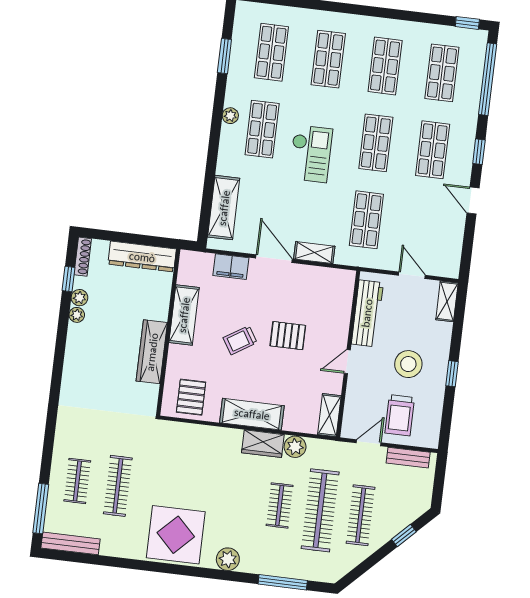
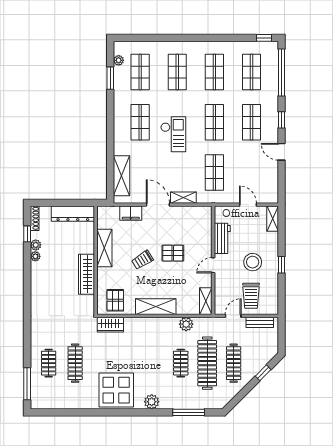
plant: (230, 116) -> (119, 60), moved
workbench: (367, 313) -> (222, 238), width x0.73
wardrobe: (263, 444) -> (110, 325), moved
bench: (70, 543) -> (49, 404), removed

